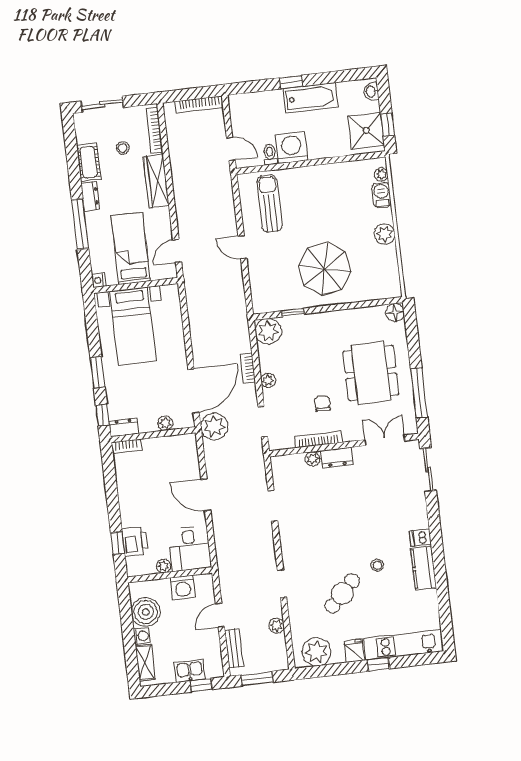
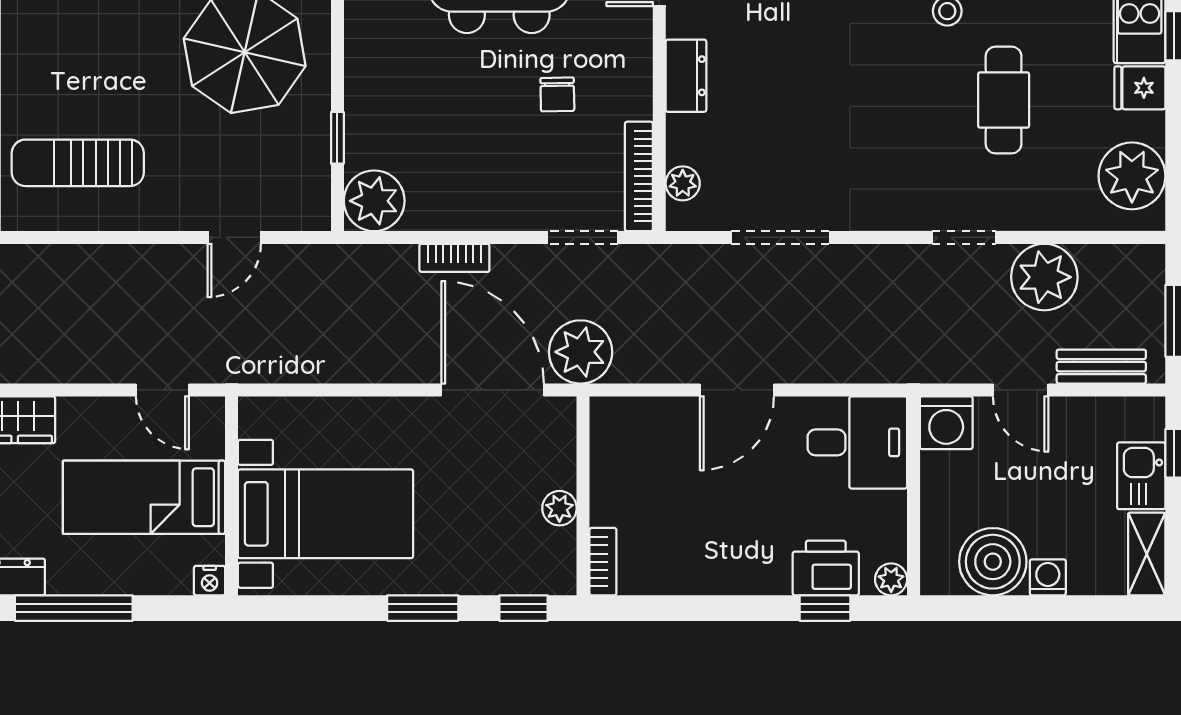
door: (242, 247) -> (234, 237), moved
plant: (268, 380) -> (488, 214), removed
chair: (322, 404) -> (557, 94), turned -91
plant: (165, 423) -> (559, 508), moved
dresser: (124, 427) -> (558, 562), removed
bookcase: (318, 439) -> (639, 176), moved
plant: (313, 459) -> (683, 183), moved
doorway: (273, 506) -> (781, 237), width x1.38
plant: (163, 566) -> (891, 579), moved
washing machine: (183, 588) -> (946, 423), moved, turned 90
cafe table: (342, 593) -> (1004, 100), turned 45
plant: (276, 625) -> (1044, 277), width x1.88, depth x1.88
shelving: (145, 663) -> (1147, 554), moved, turned 90

